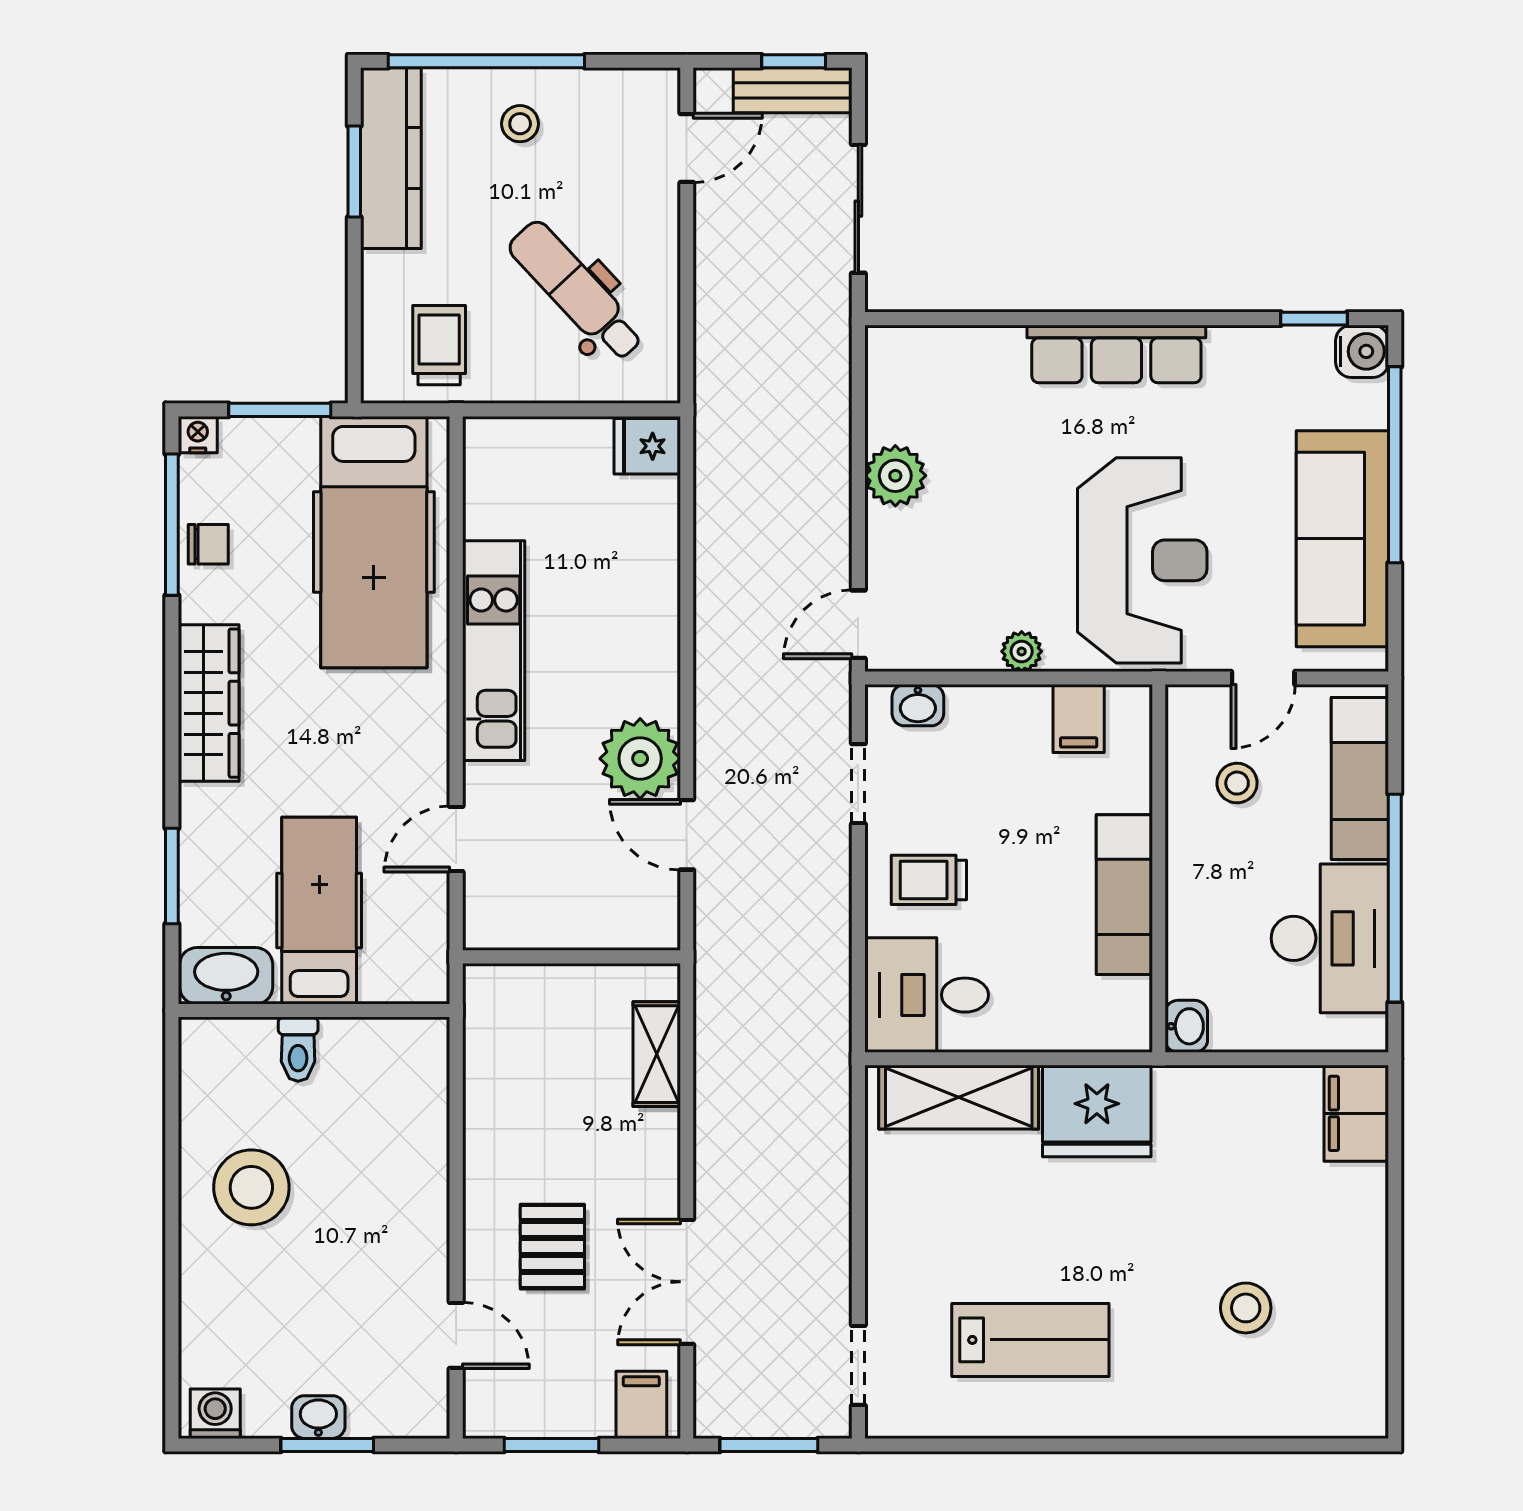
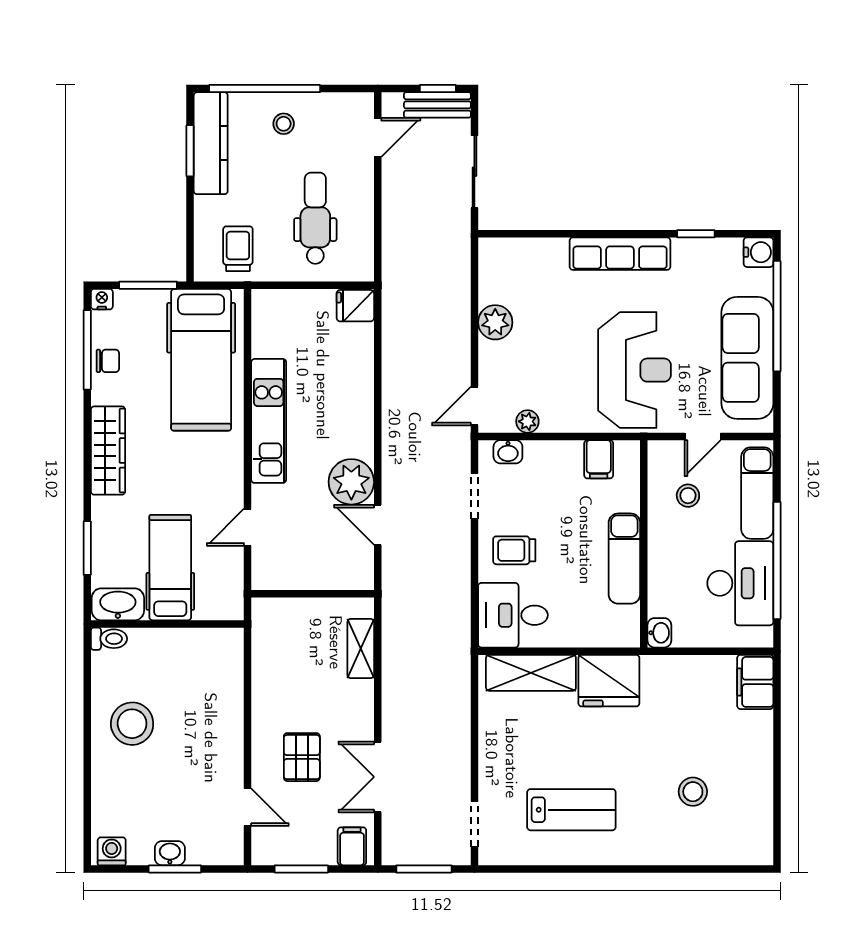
dental chair: (576, 291) -> (315, 218), turned 43
window: (1314, 319) -> (696, 234), moved
plant: (1022, 651) -> (527, 421), moved
toilet: (298, 1049) -> (109, 639), moved, turned -90

